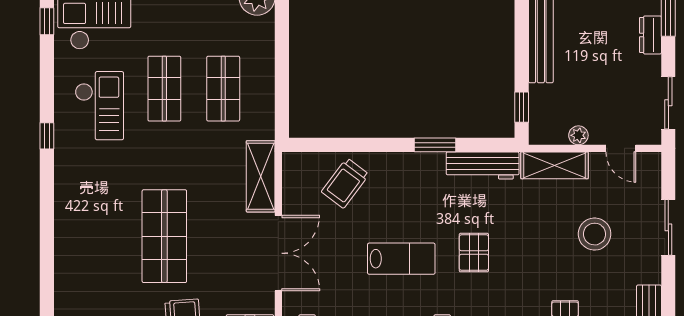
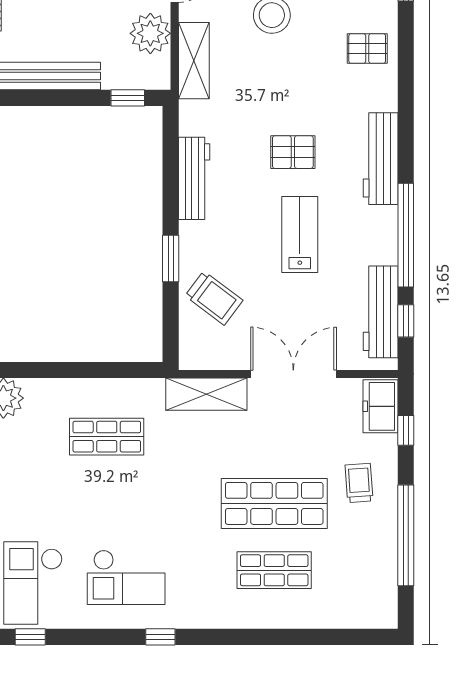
shop shelf: (164, 89) -> (274, 570), moved
checkout: (99, 106) -> (126, 577), turned 180
plant: (578, 135) -> (150, 33), width x1.88, depth x1.88
window: (435, 145) -> (171, 259), moved
workbench: (483, 166) -> (194, 178), moved

